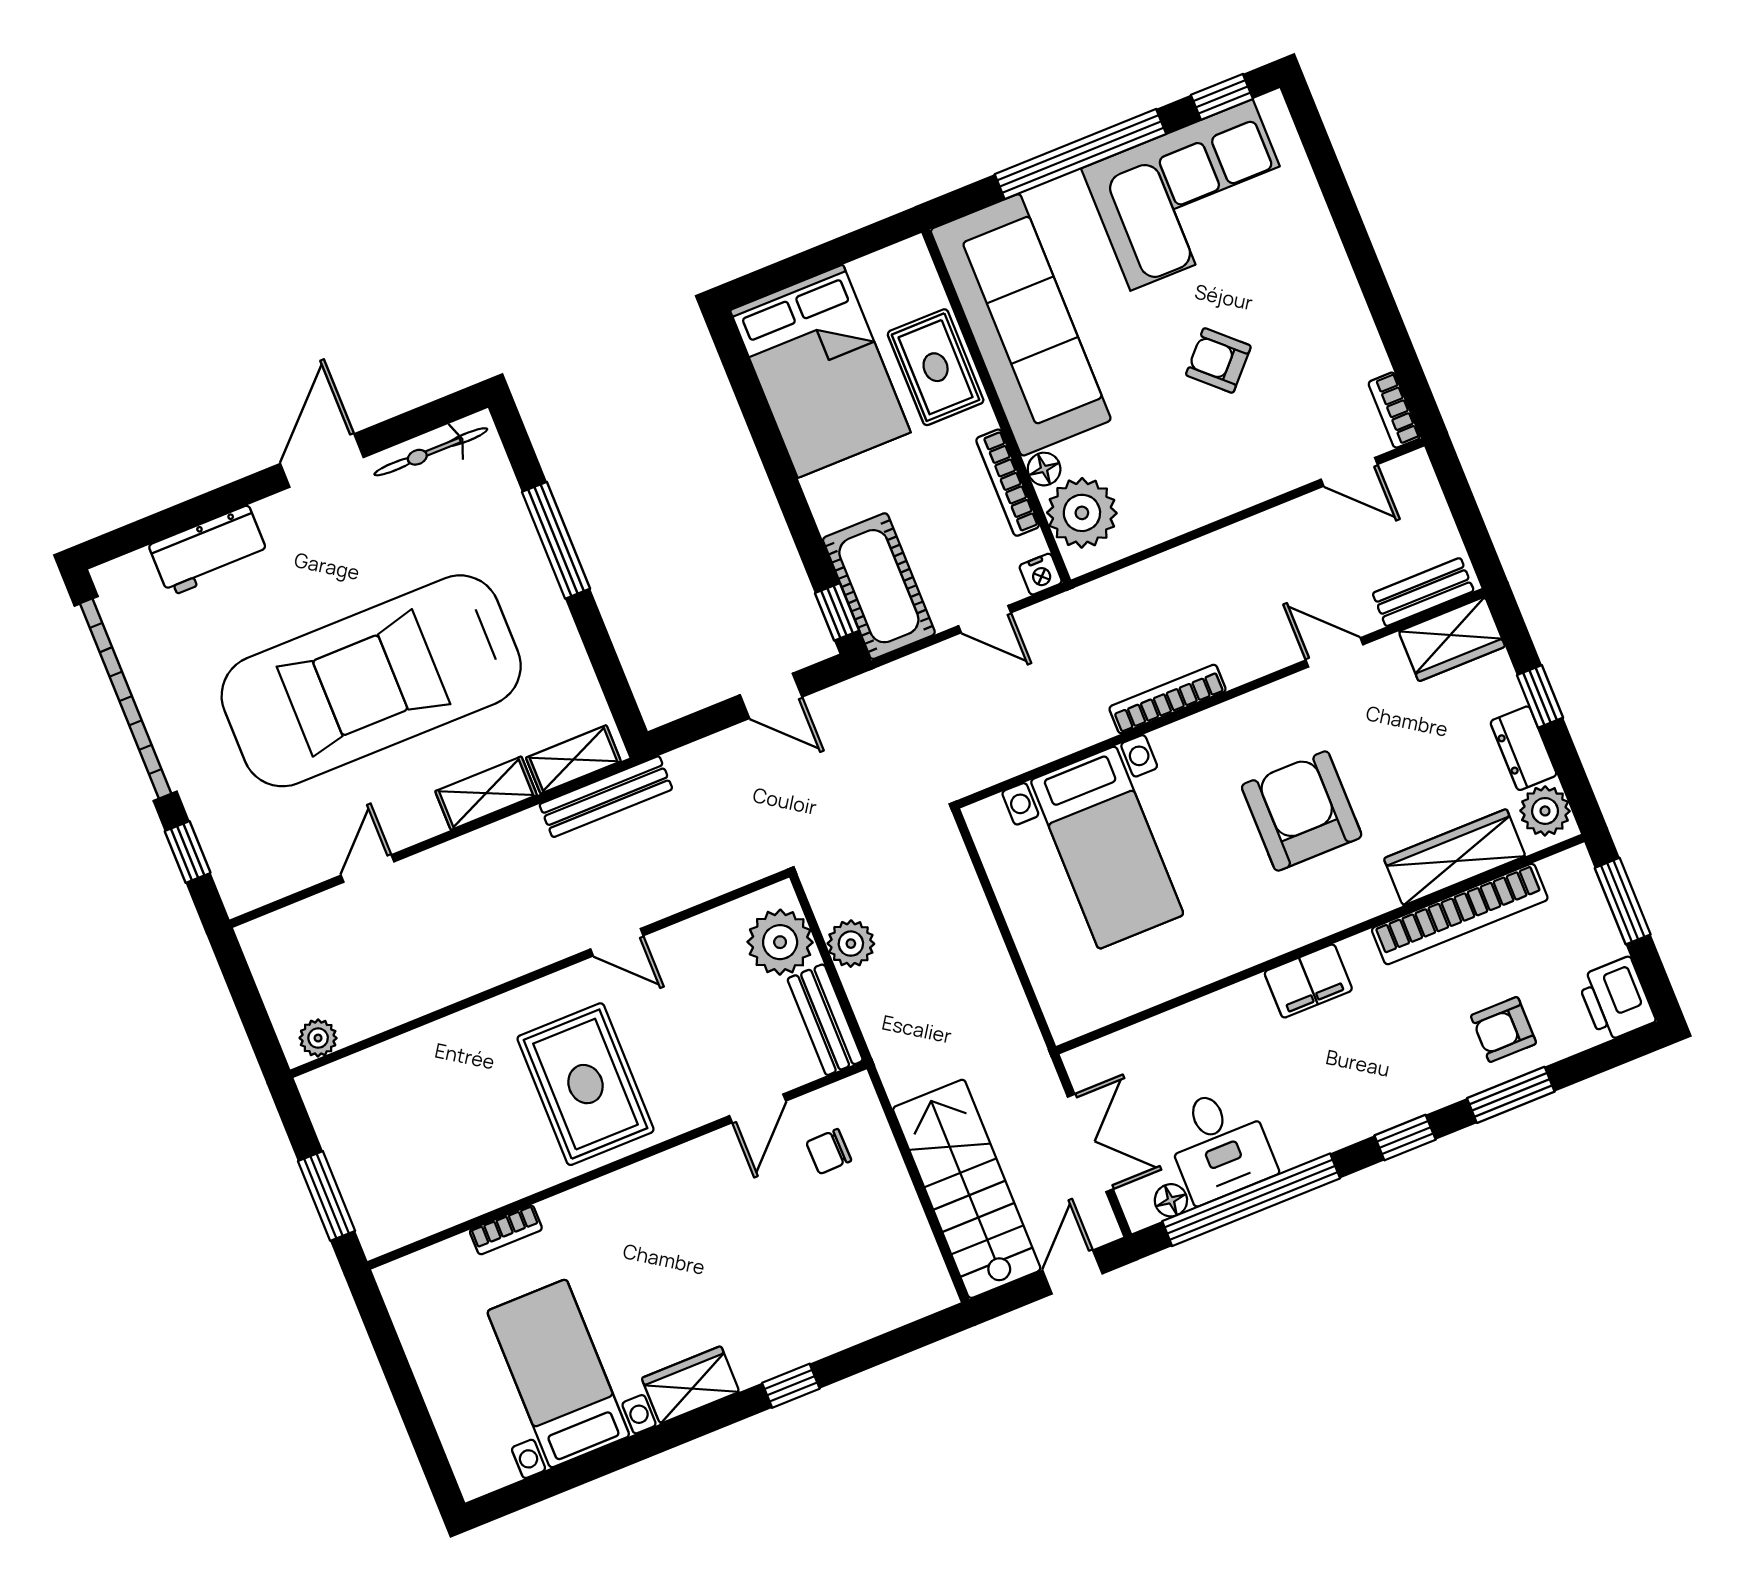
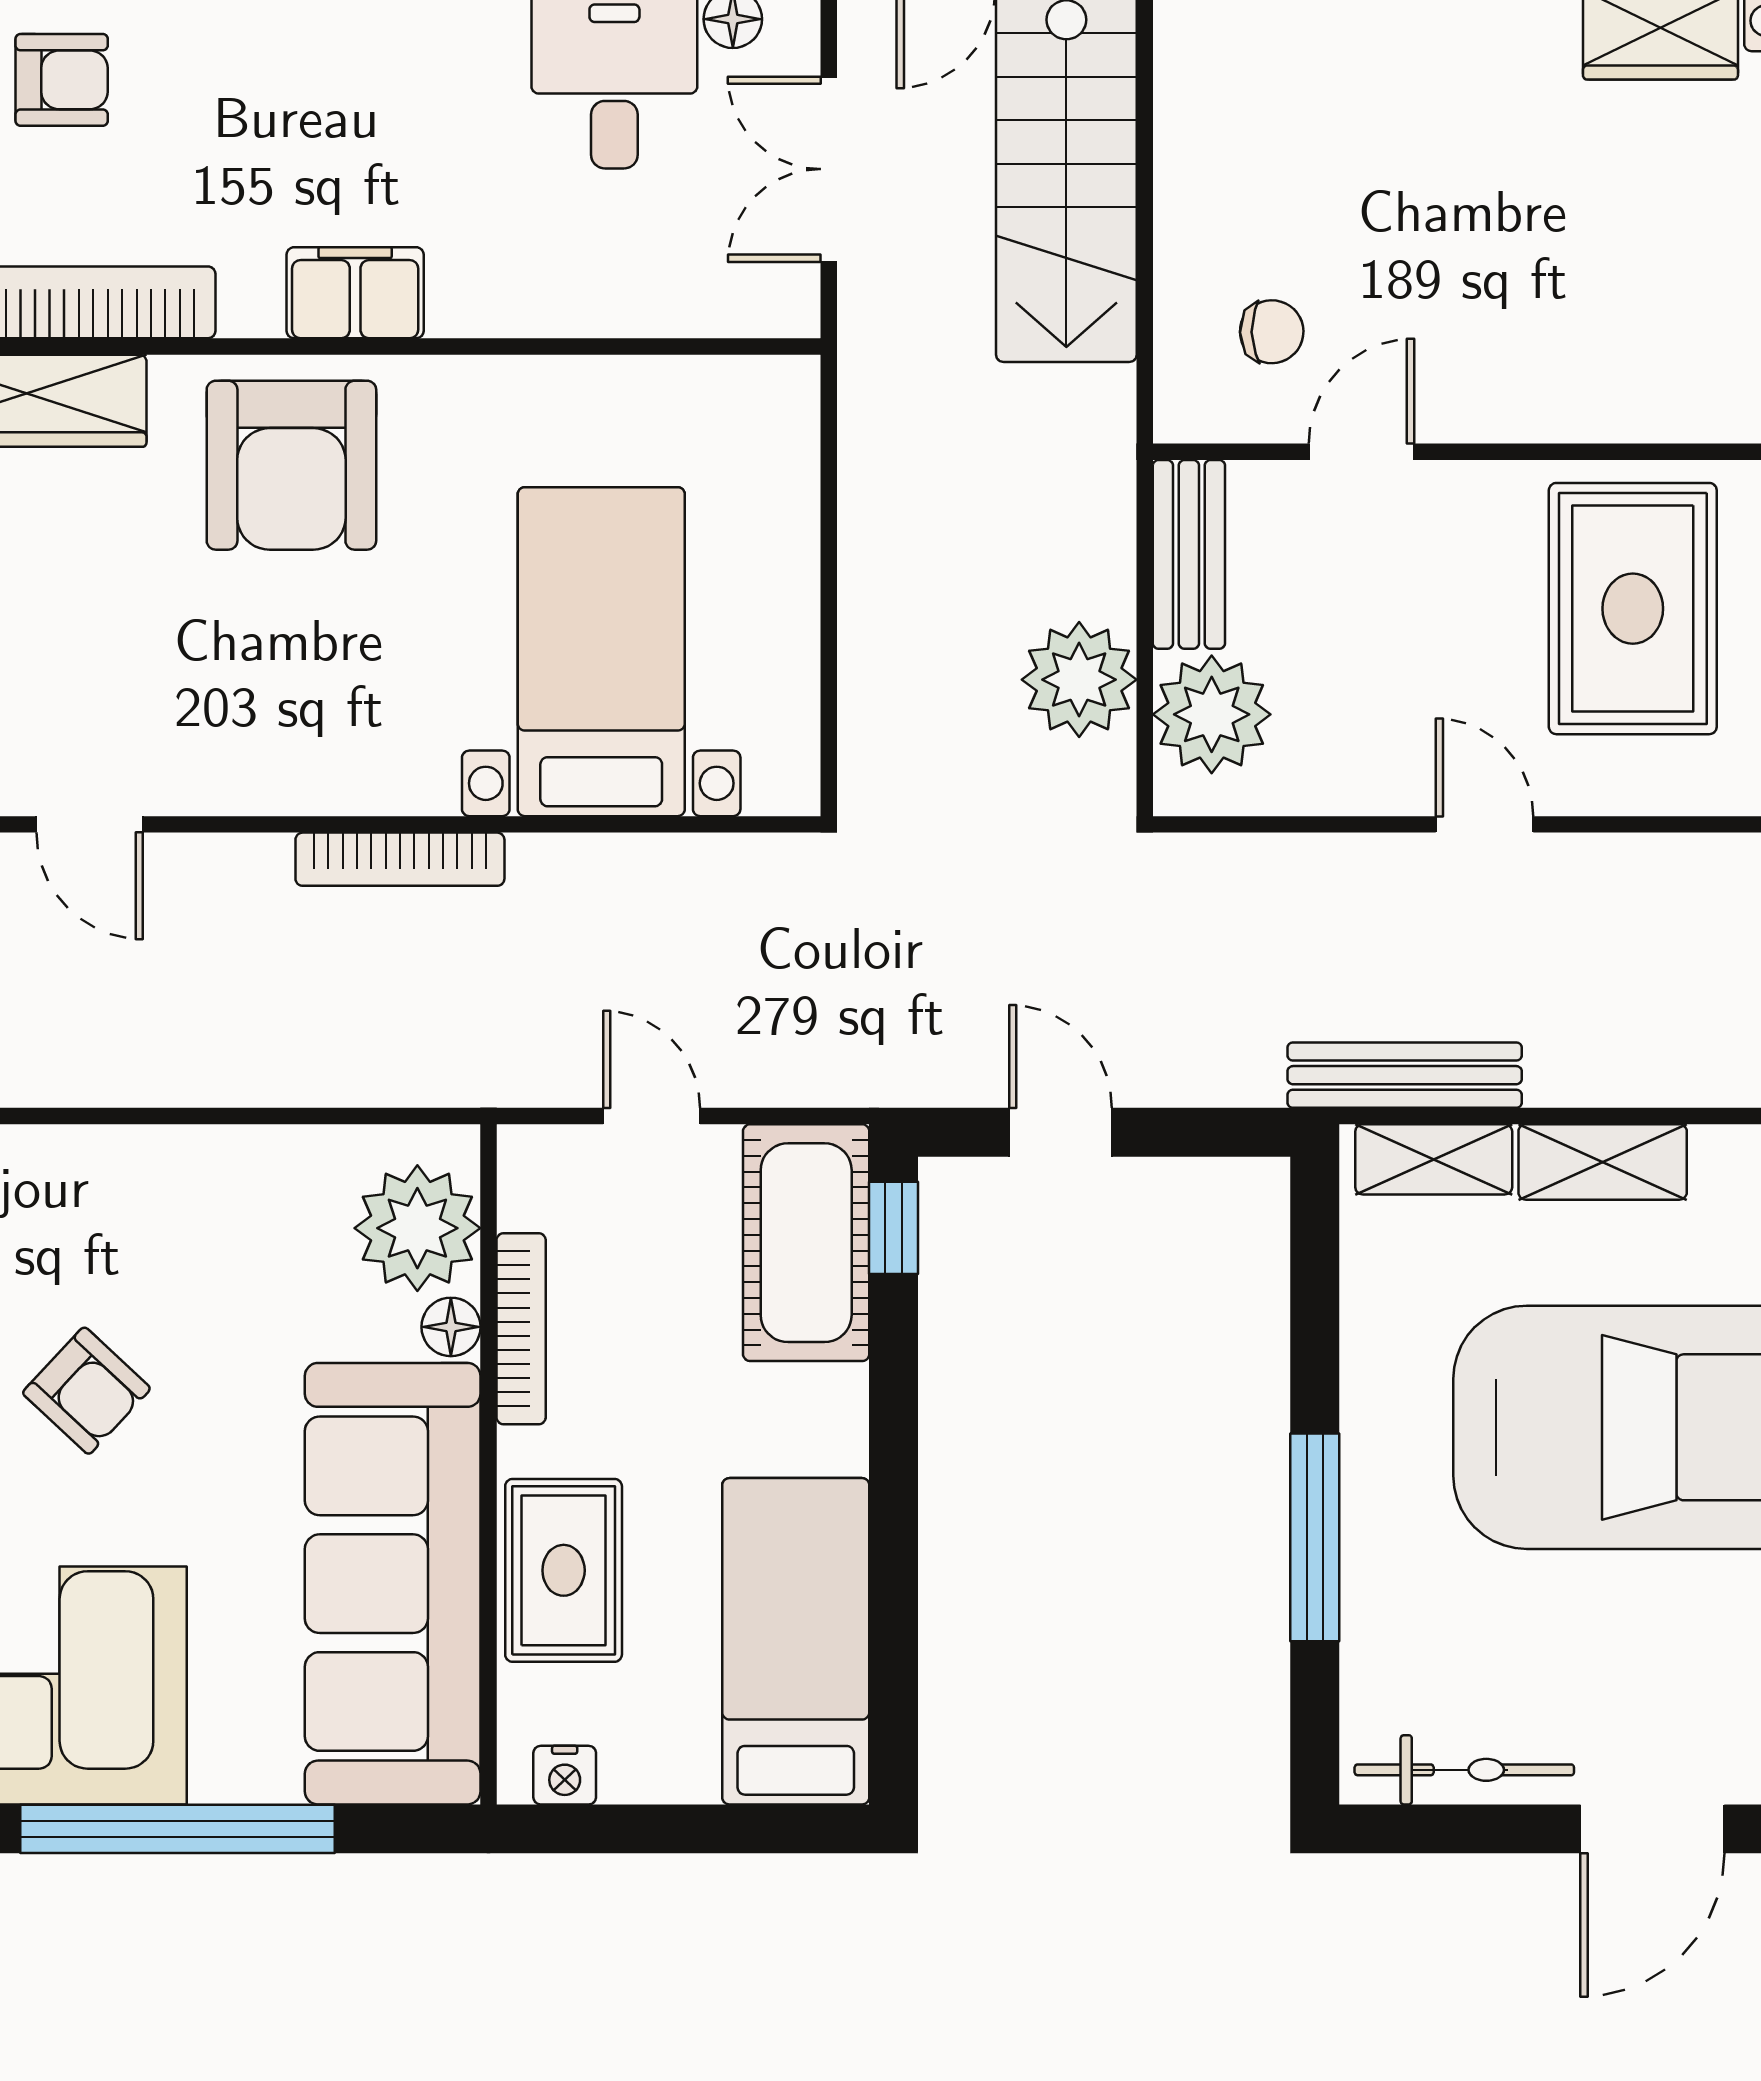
bed: (820, 371) -> (796, 1641), width x0.67
nightstand: (1041, 574) -> (565, 1775), moved, turned 180
armchair: (1302, 811) -> (291, 465), moved
plant: (851, 944) -> (1079, 680), width x1.36, depth x1.36

